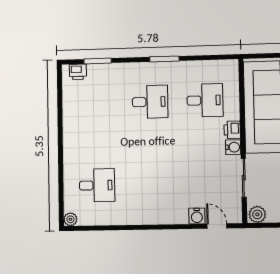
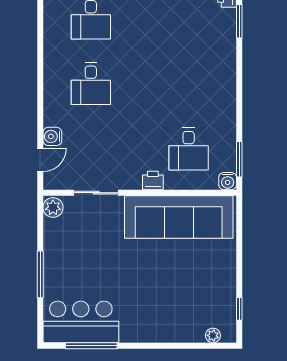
window: (164, 59) -> (239, 159), moved
desk: (150, 102) -> (91, 84), moved
water cooler: (233, 147) -> (228, 181), moved

